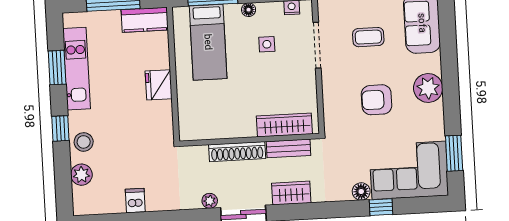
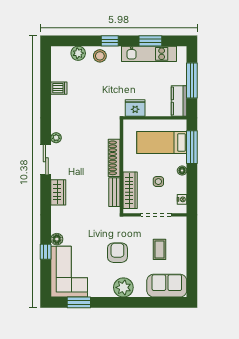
wardrobe: (284, 125) -> (130, 190), moved
wall: (249, 140) -> (121, 166), moved
bench: (288, 148) -> (114, 192), moved
shoe rack: (237, 152) -> (114, 158), moved

